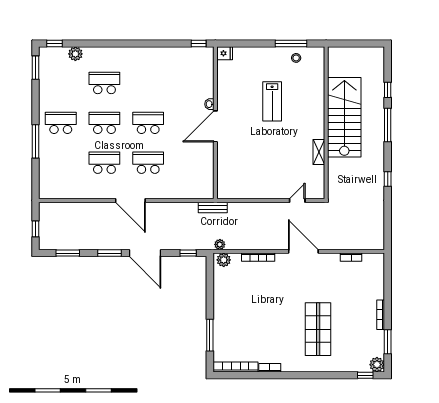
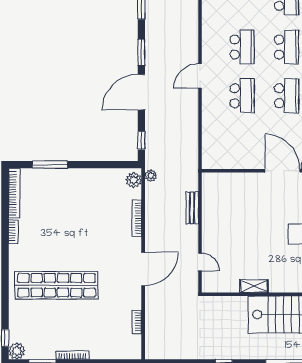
door: (130, 200) -> (200, 76), width x0.73
bench: (213, 207) -> (192, 208), moved
shop shelf: (318, 329) -> (56, 285), width x1.40

